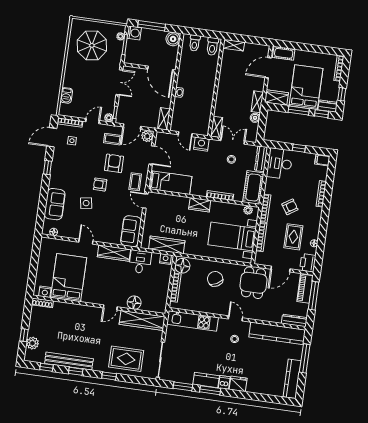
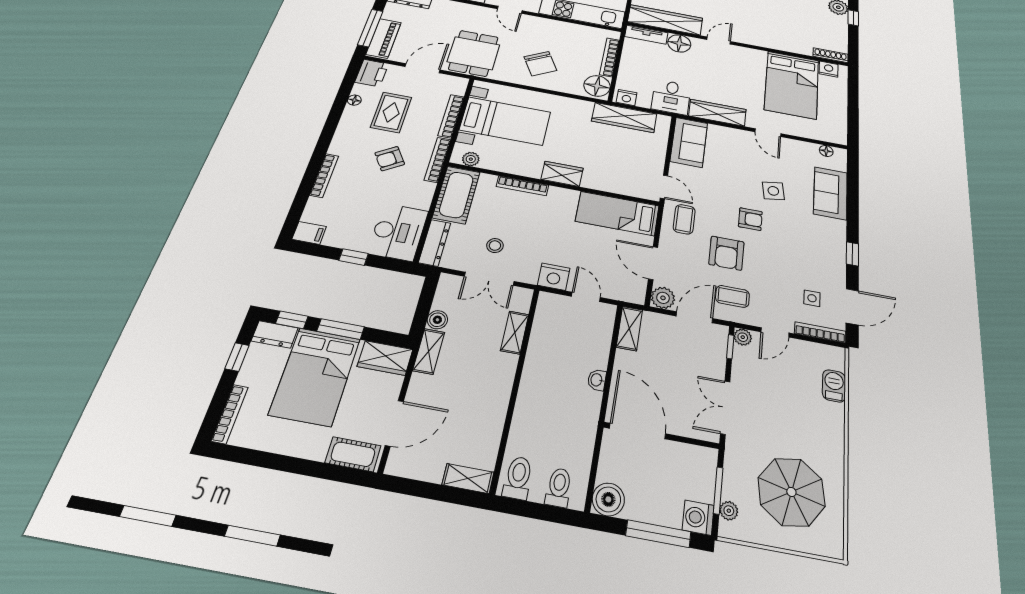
shelving: (217, 127) -> (515, 333), moved
tv unit: (154, 307) -> (646, 35), added

